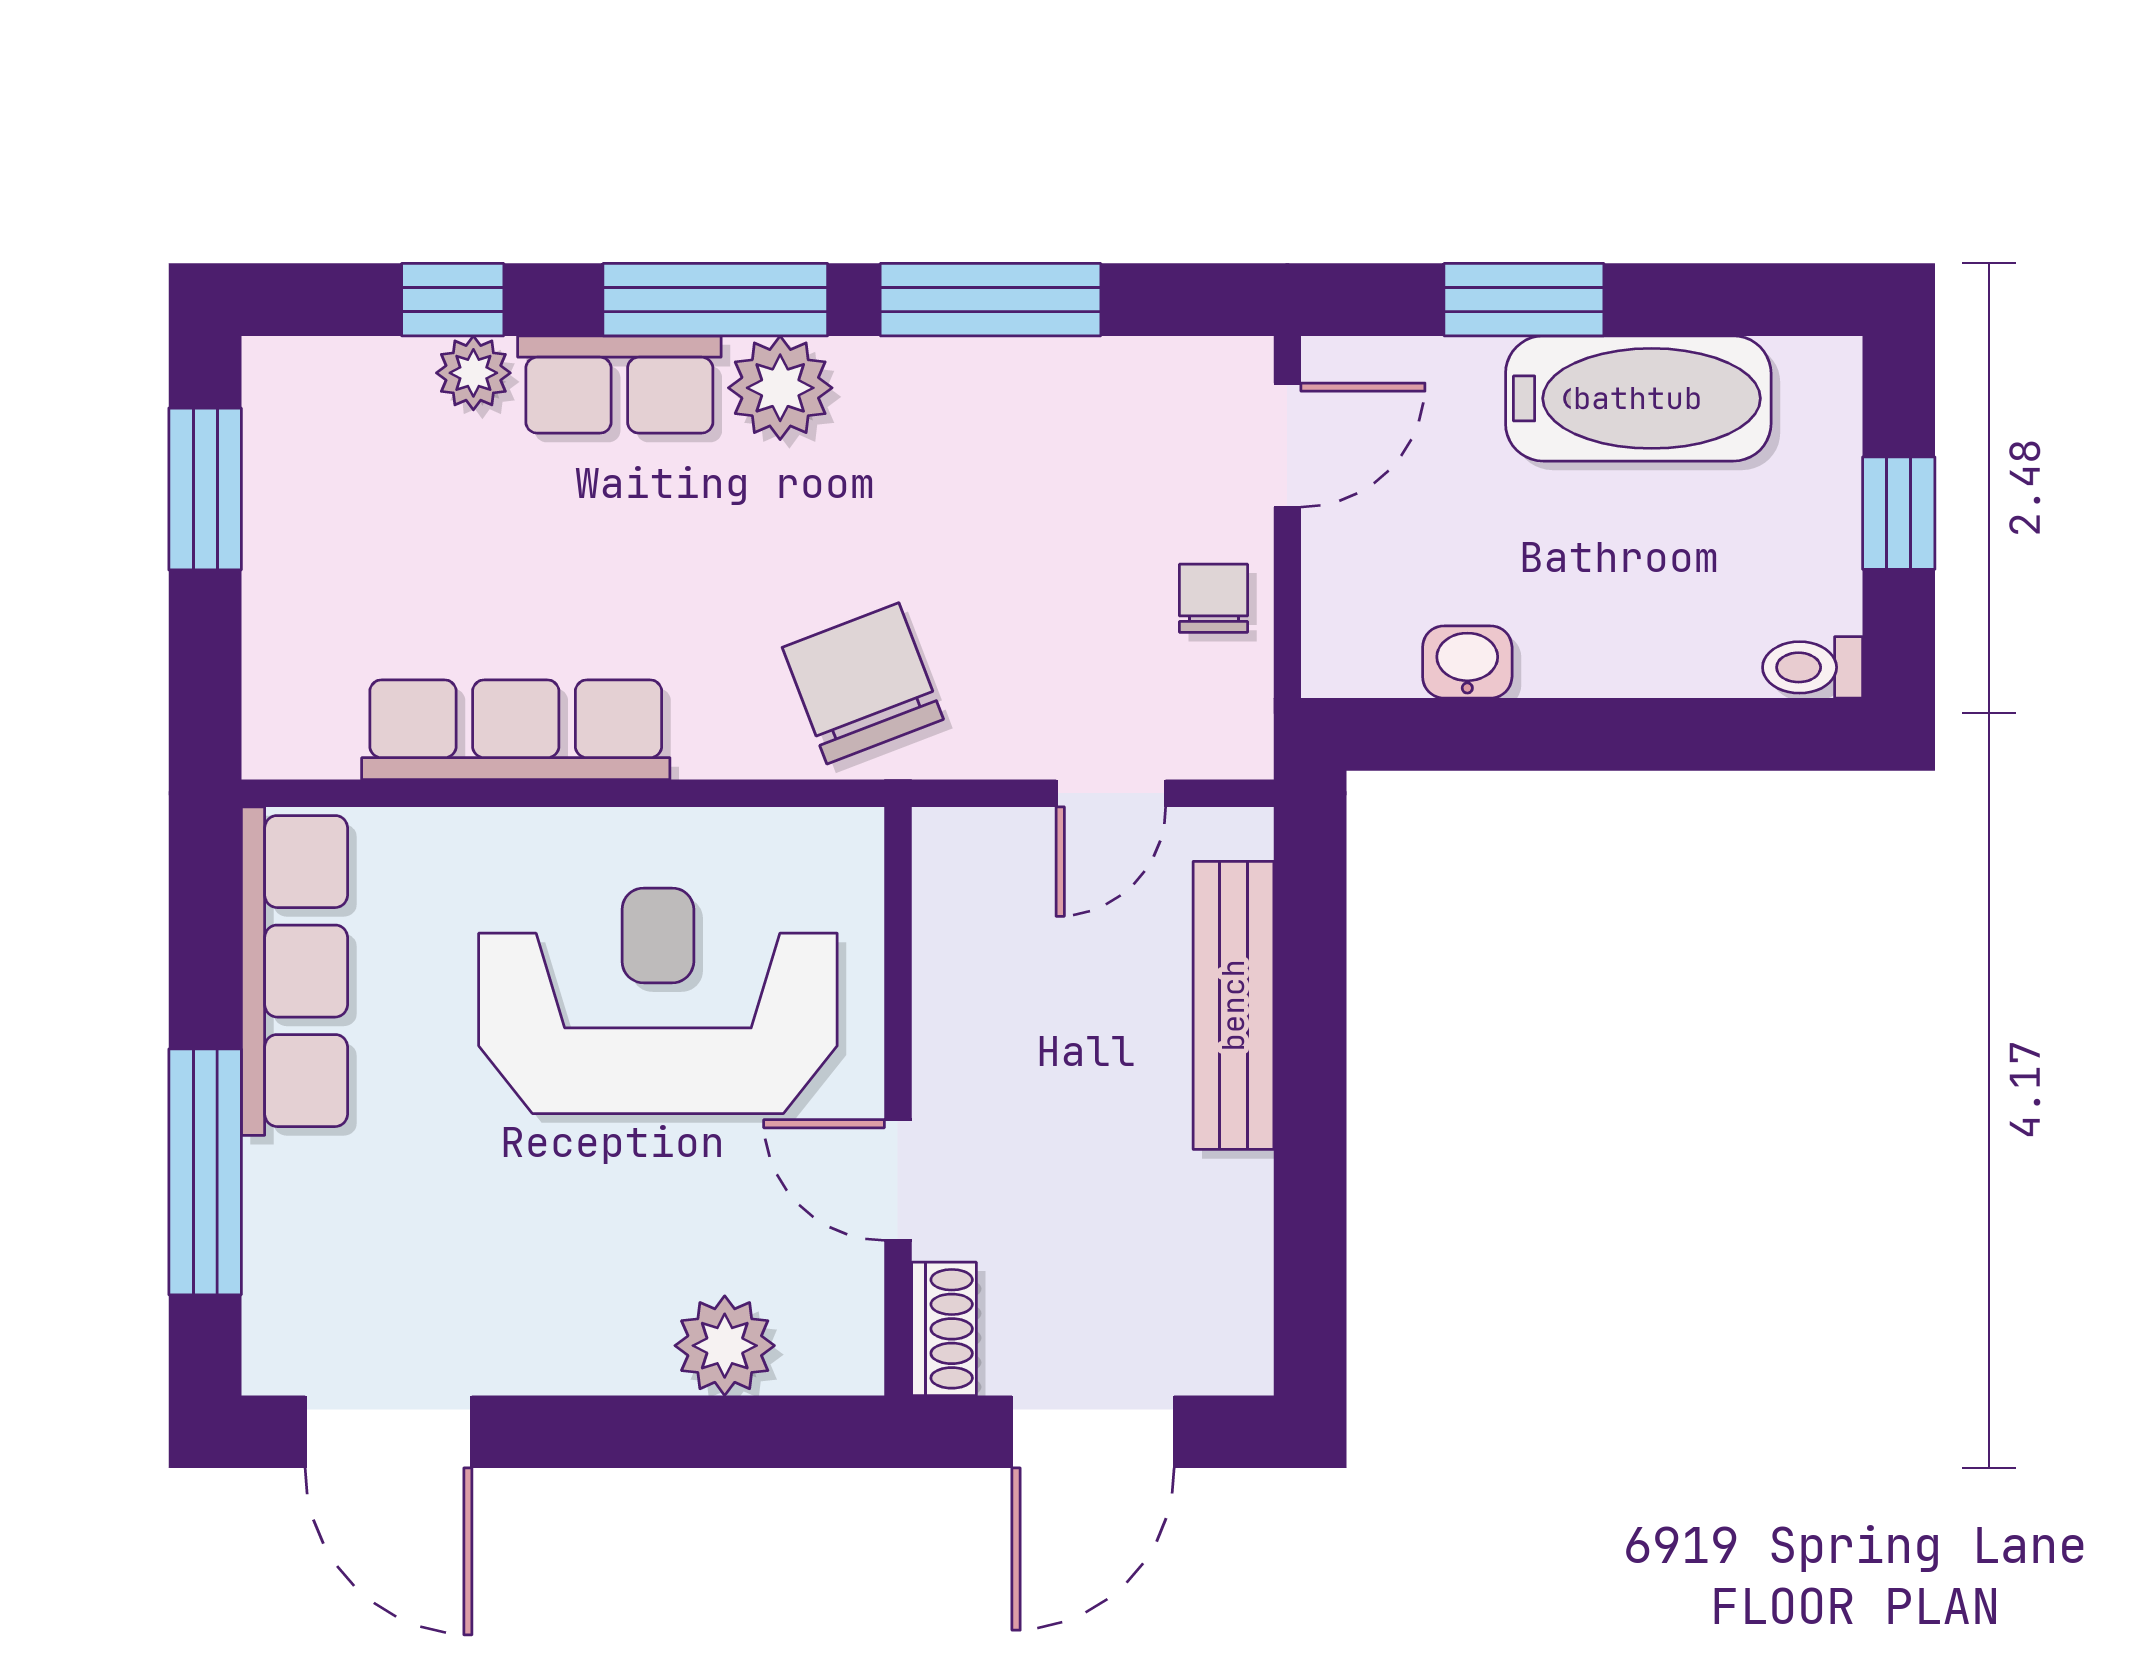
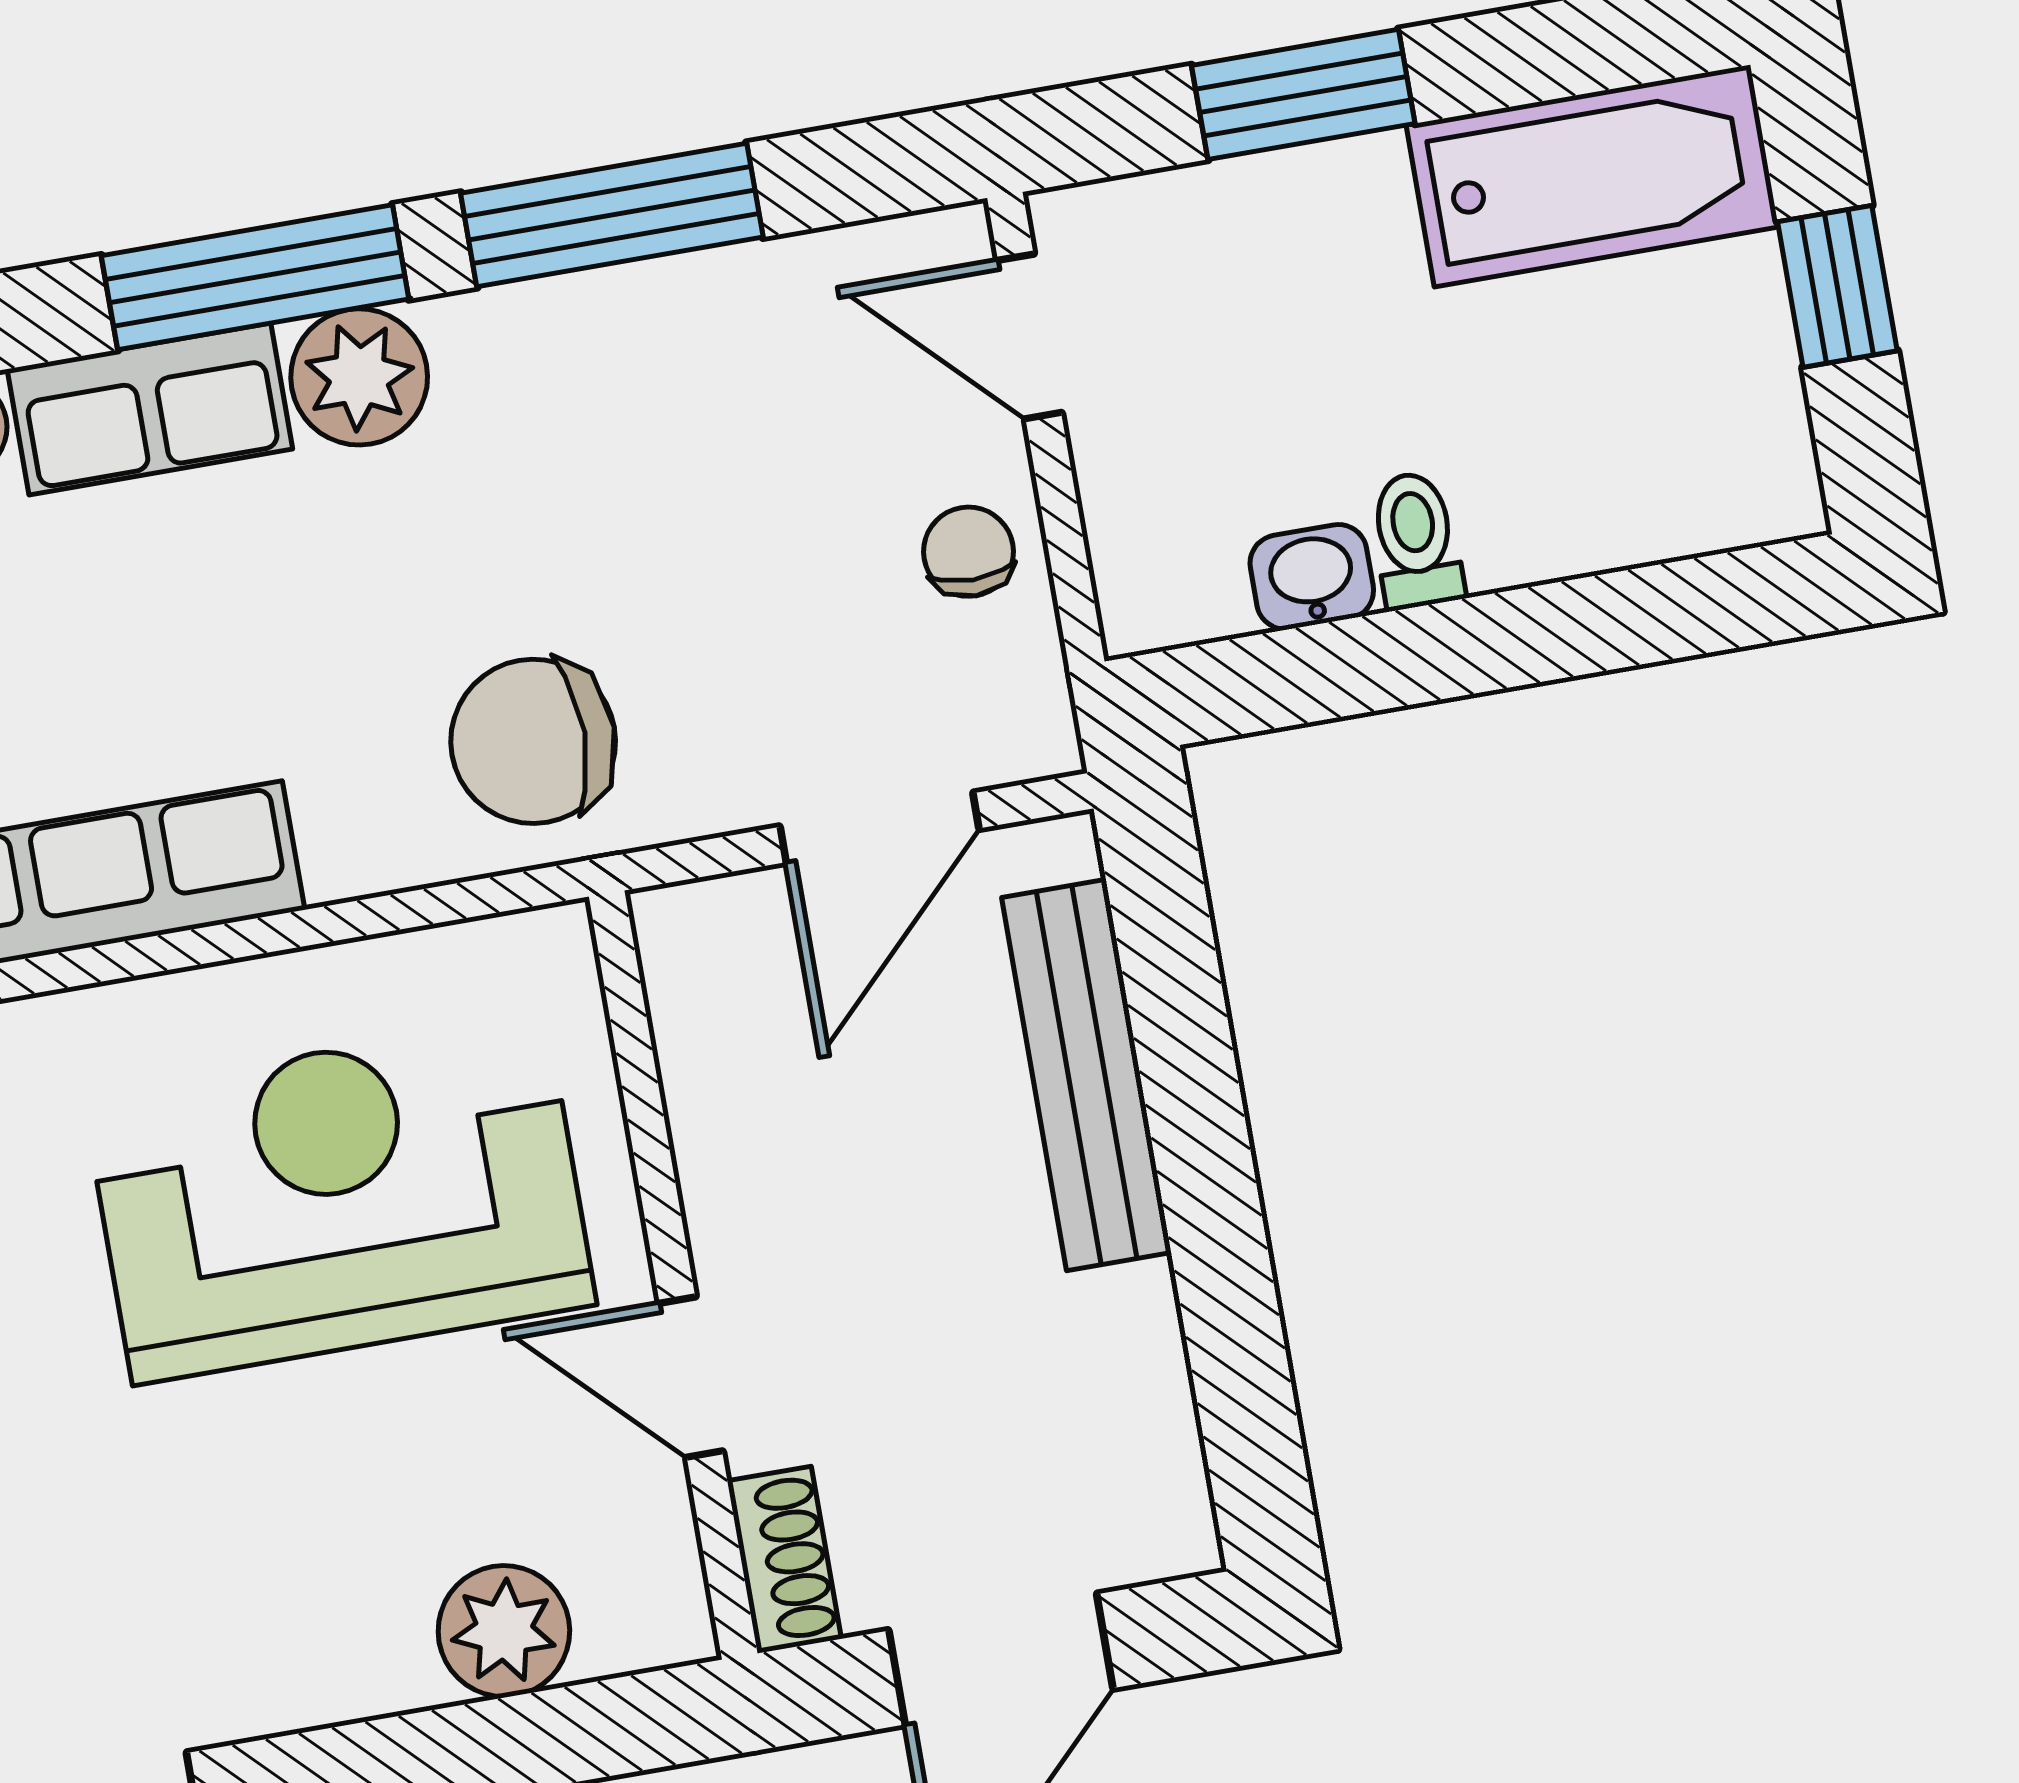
bathtub: (1638, 398) -> (1592, 176), moved
door: (1287, 445) -> (1030, 336), swing flipped
toilet: (1813, 667) -> (1416, 540), moved, turned 90
chair: (863, 683) -> (533, 741), turned -69
door: (1111, 793) -> (880, 828), width x1.37

